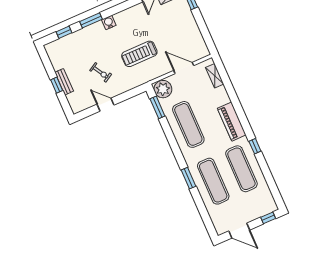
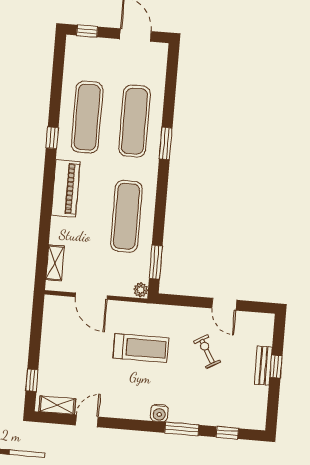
plant: (163, 89) -> (141, 290), width x0.53, depth x0.53

